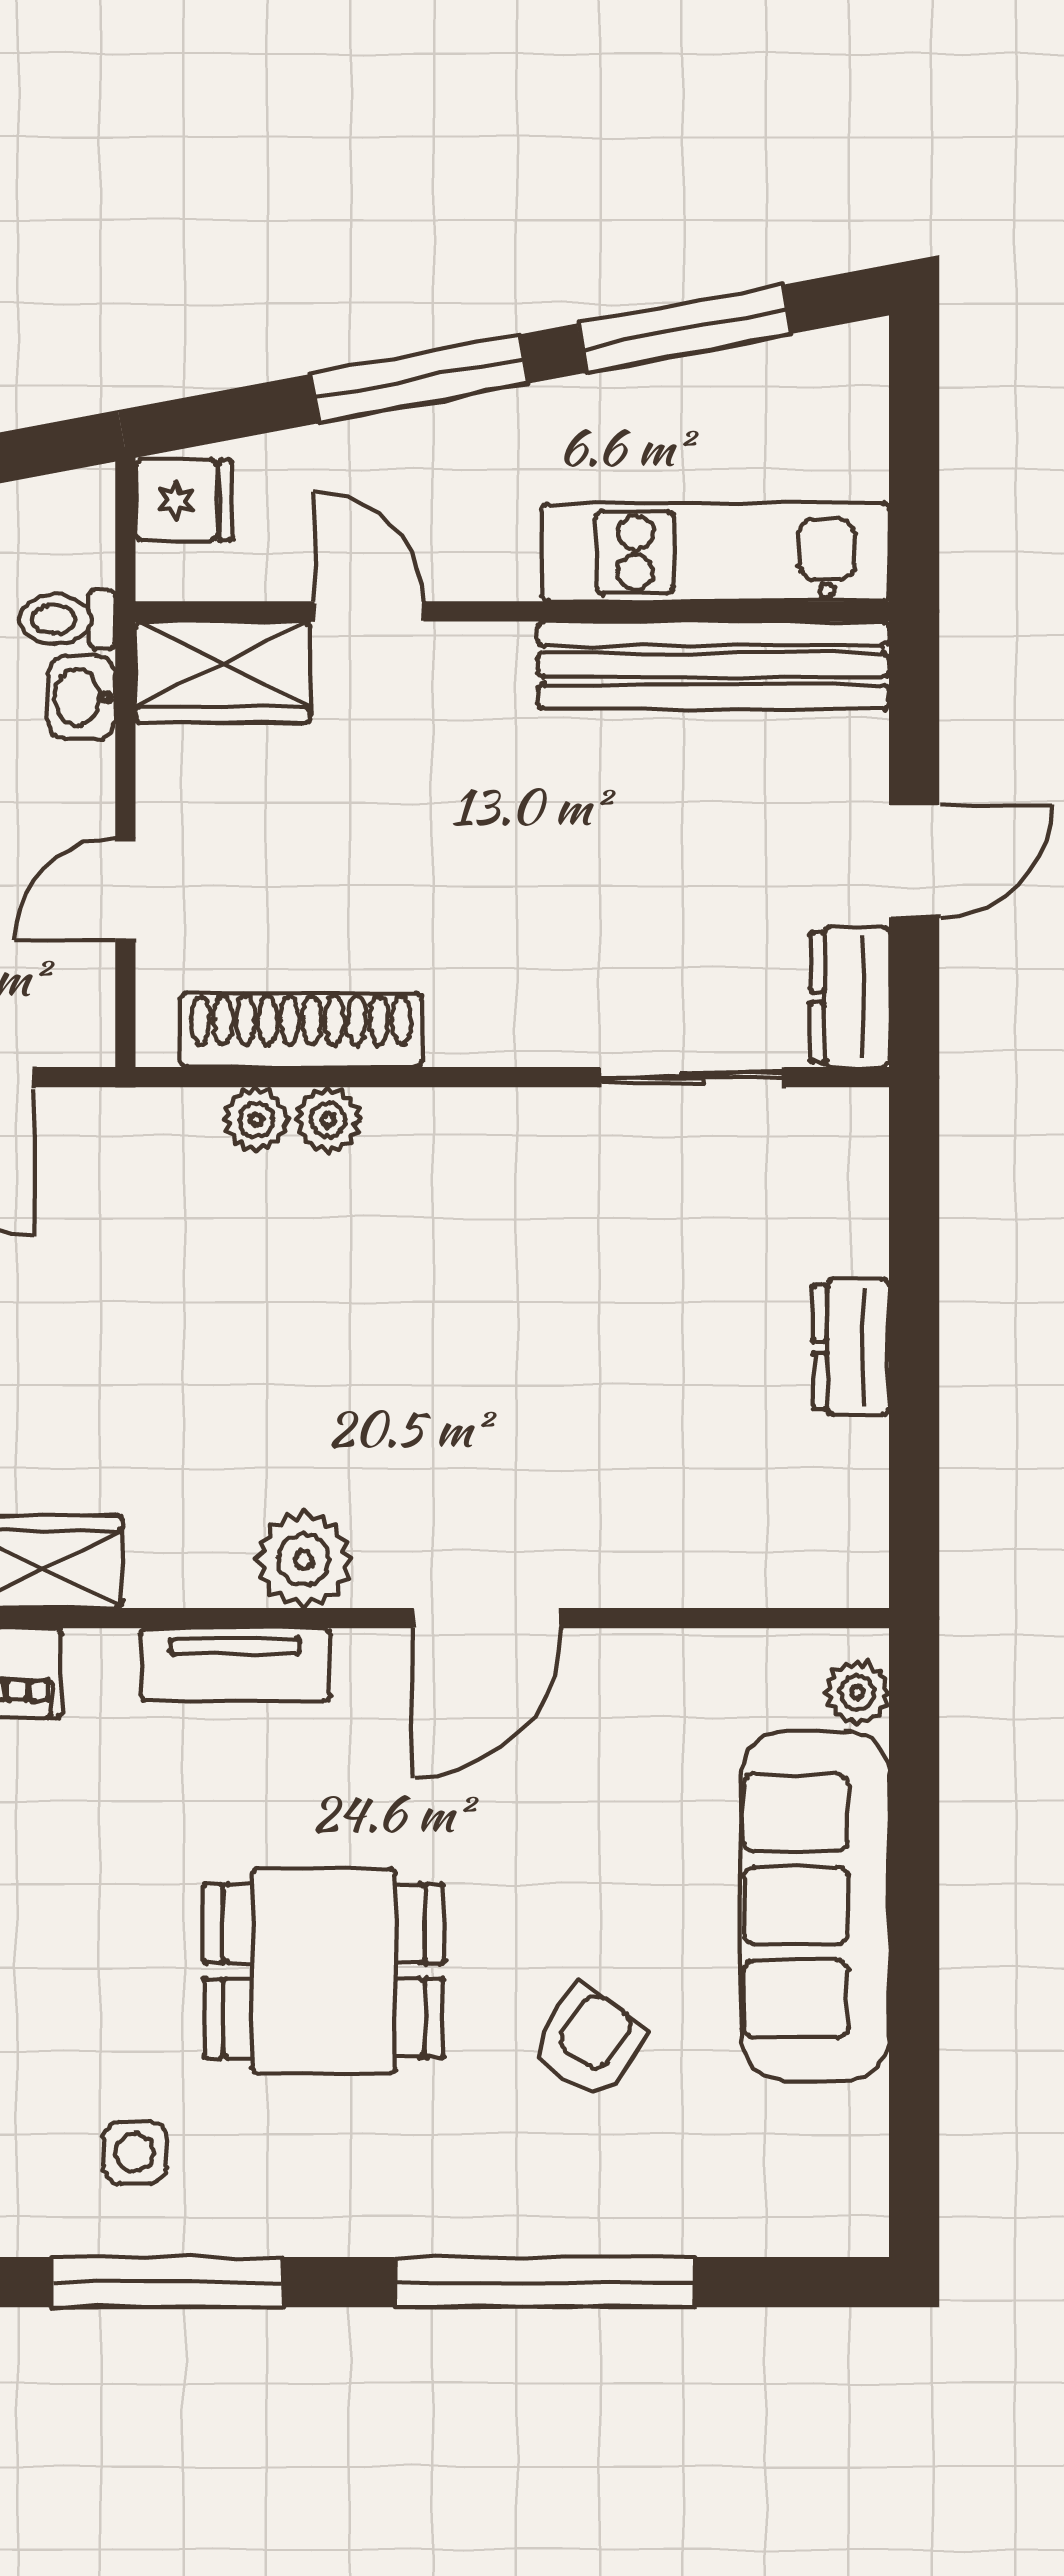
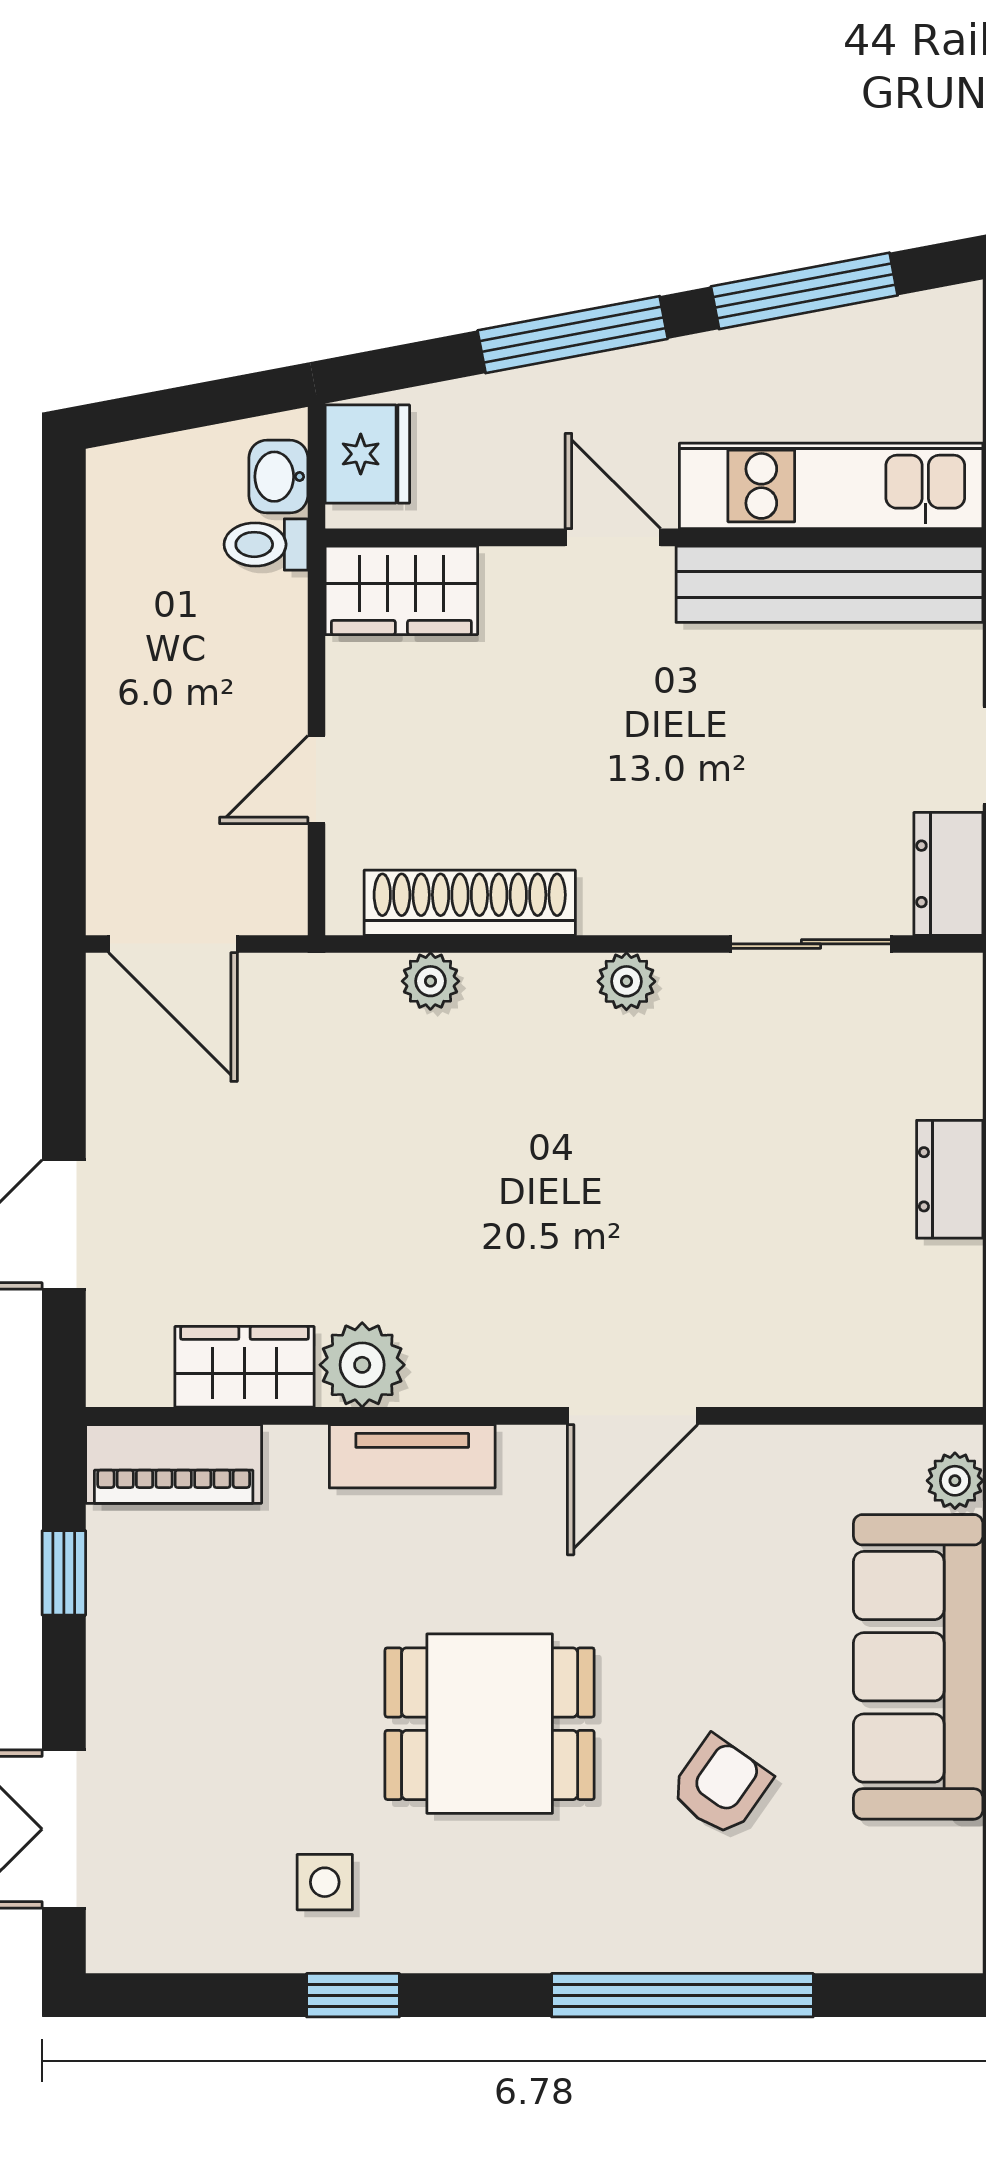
fridge: (184, 500) -> (367, 454), width x1.38
door: (369, 611) -> (613, 537), moved
washbasin: (82, 697) -> (278, 477), moved
plant: (328, 1120) -> (626, 981), moved
plant: (304, 1560) -> (362, 1365), moved
window: (167, 2282) -> (353, 1995), width x0.46

